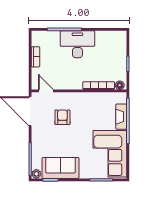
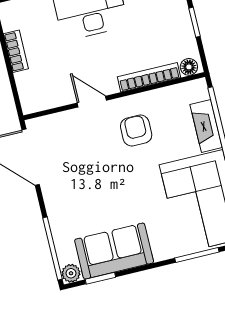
door: (46, 91) -> (92, 102), moved
armchair: (62, 117) -> (136, 131), moved

